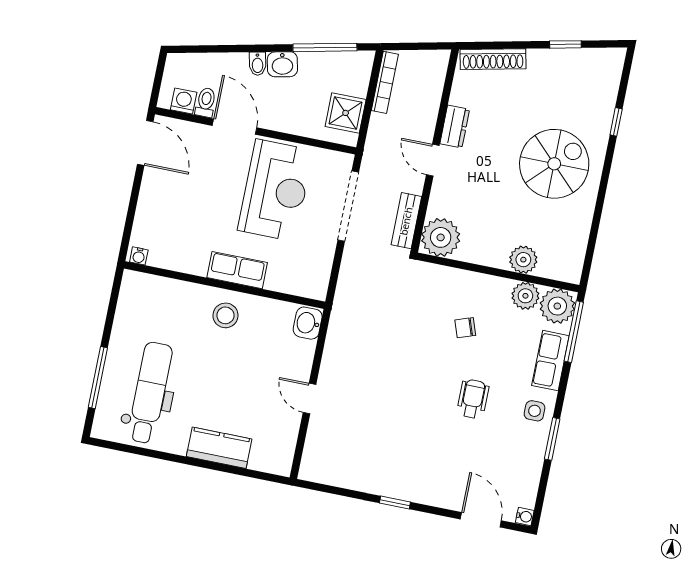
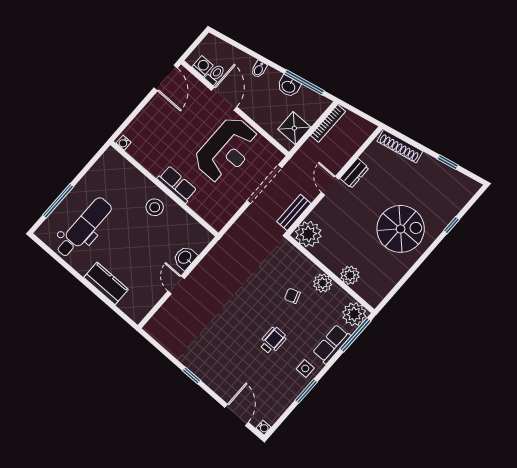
washbasin: (282, 64) -> (289, 86), moved
plant: (525, 296) -> (323, 283), moved
washbasin: (308, 323) -> (185, 258), moved

